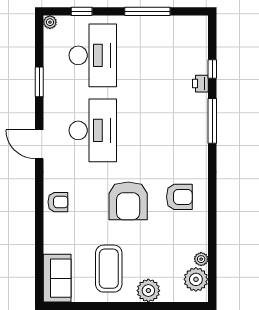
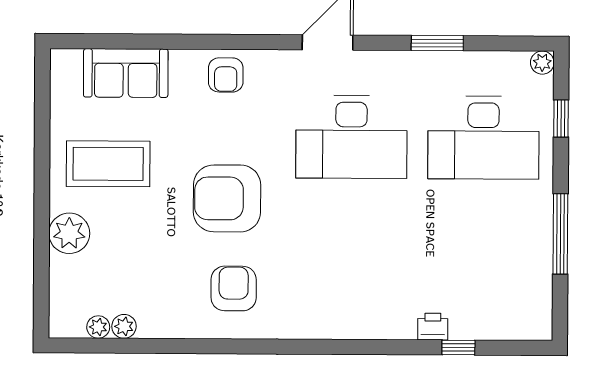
window: (212, 121) -> (367, 347), removed
armchair: (179, 197) -> (234, 288), turned 180
sofa: (57, 278) -> (126, 73), moved
plant: (196, 279) -> (98, 327), width x0.53, depth x0.53

